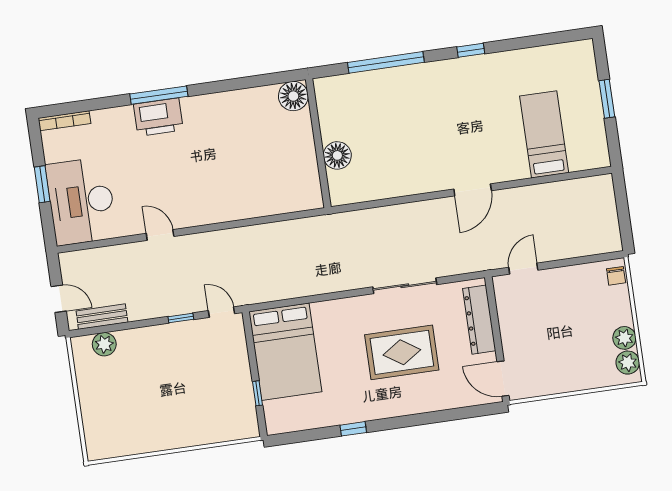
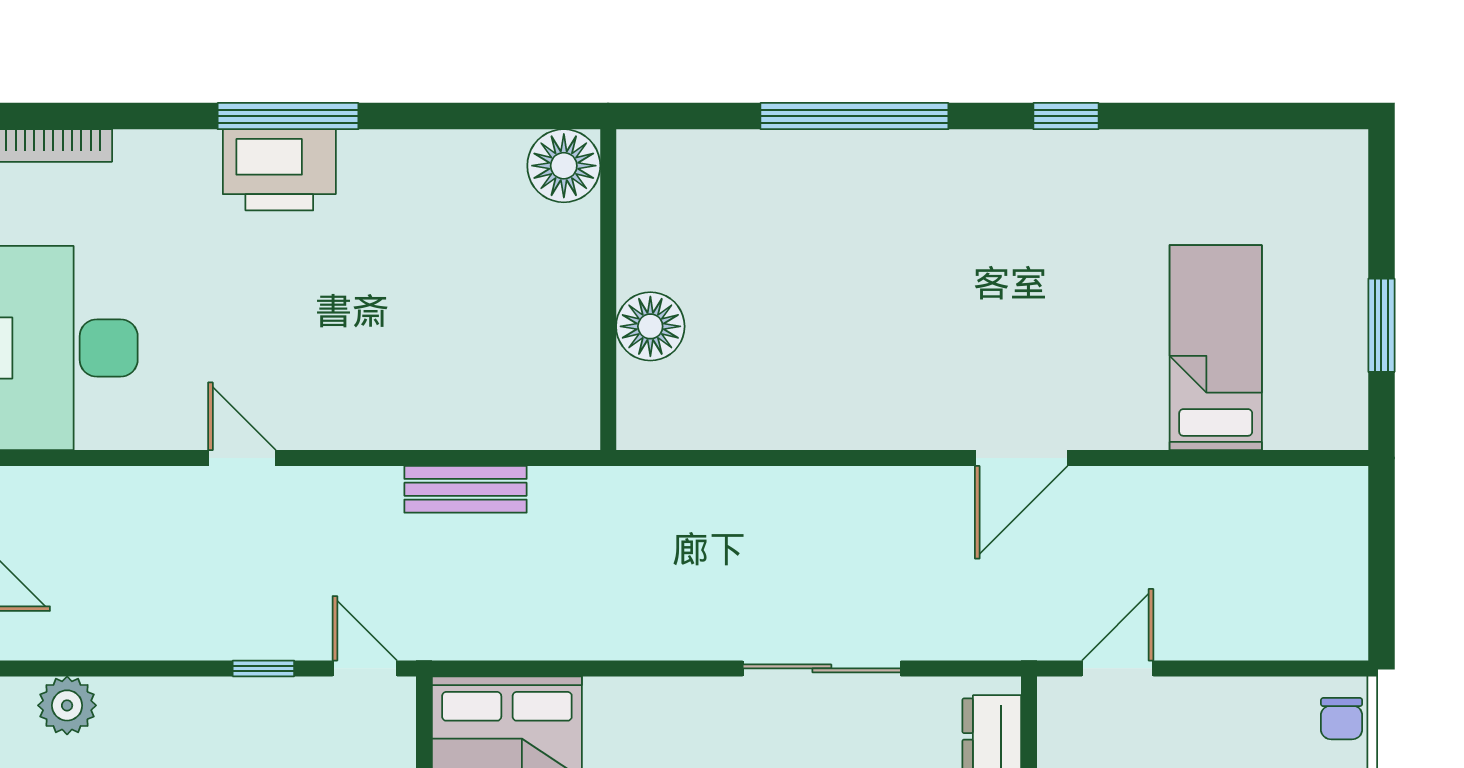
floor lamp: (293, 96) -> (564, 166), moved
window: (607, 99) -> (1381, 325), moved
wall: (318, 143) -> (608, 290), moved
floor lamp: (337, 155) -> (650, 326), moved
bench: (102, 317) -> (466, 489), moved

